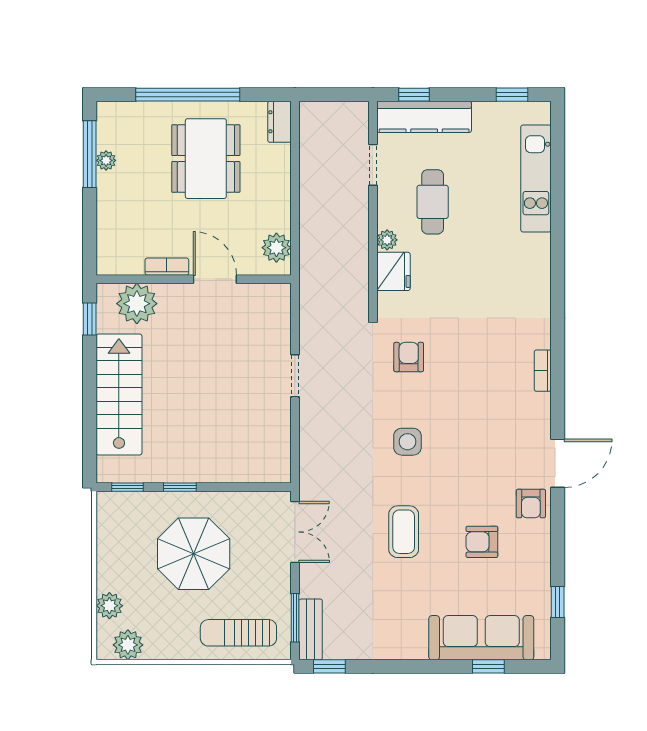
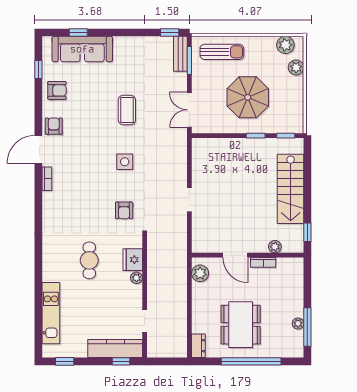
cafe table: (433, 202) -> (89, 260), moved
plant: (137, 304) -> (275, 247), width x0.53, depth x0.53
bookcase: (543, 371) -> (47, 179), moved
armchair: (482, 542) -> (57, 90), moved

